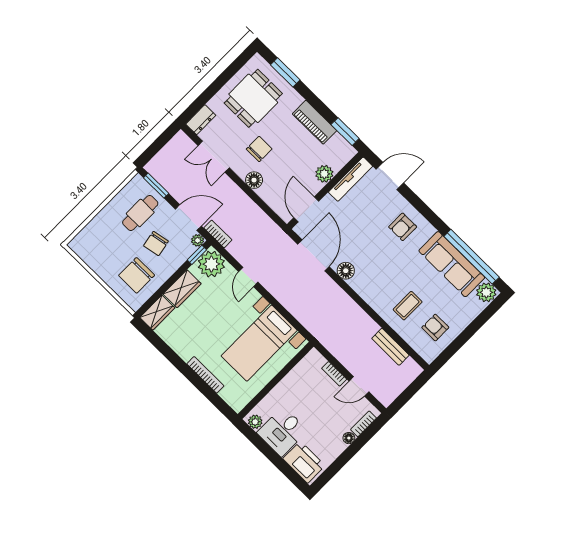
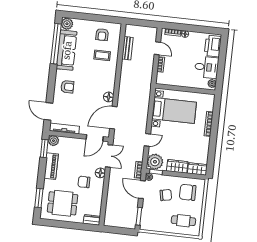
double door: (214, 157) -> (109, 156), moved
plant: (324, 174) -> (53, 141), moved
cafe table: (140, 213) -> (183, 221), moved
chair: (137, 275) -> (188, 192), turned 180

